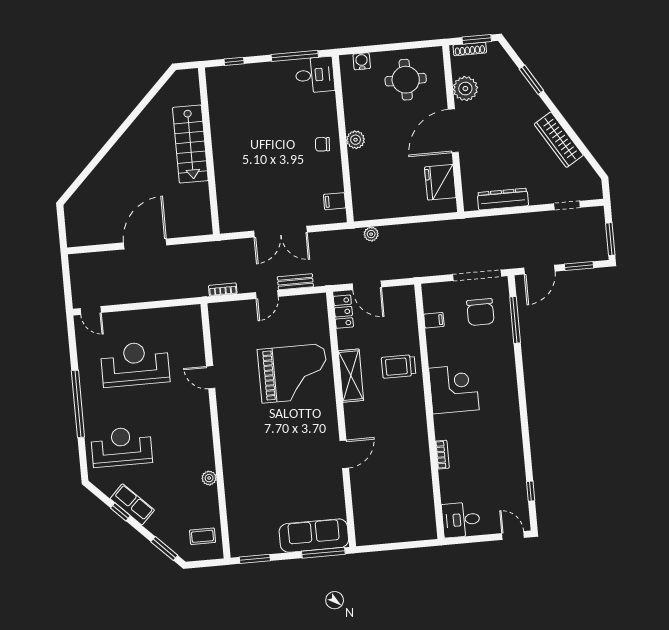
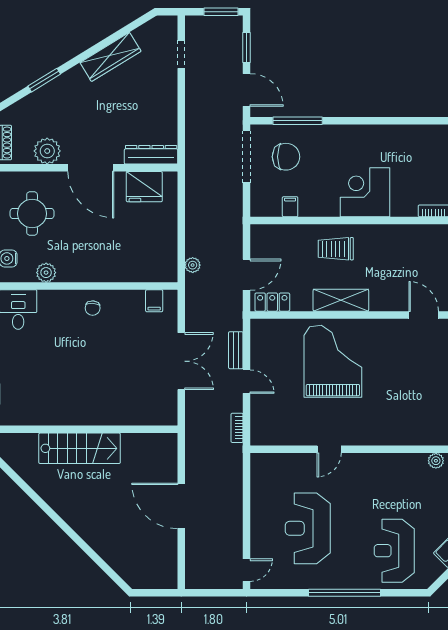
plant: (356, 140) -> (46, 273), moved
dresser: (503, 199) -> (151, 155), moved, turned 90
trolley: (399, 366) -> (336, 249), turned 90

